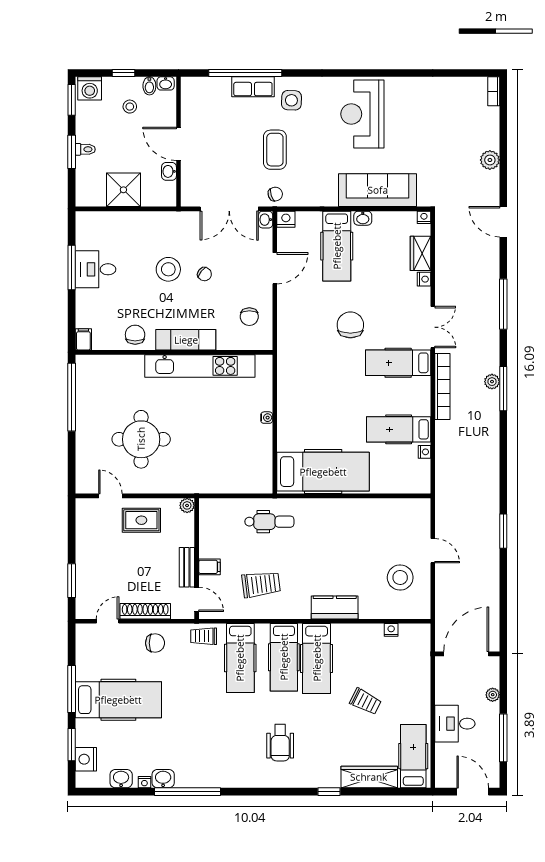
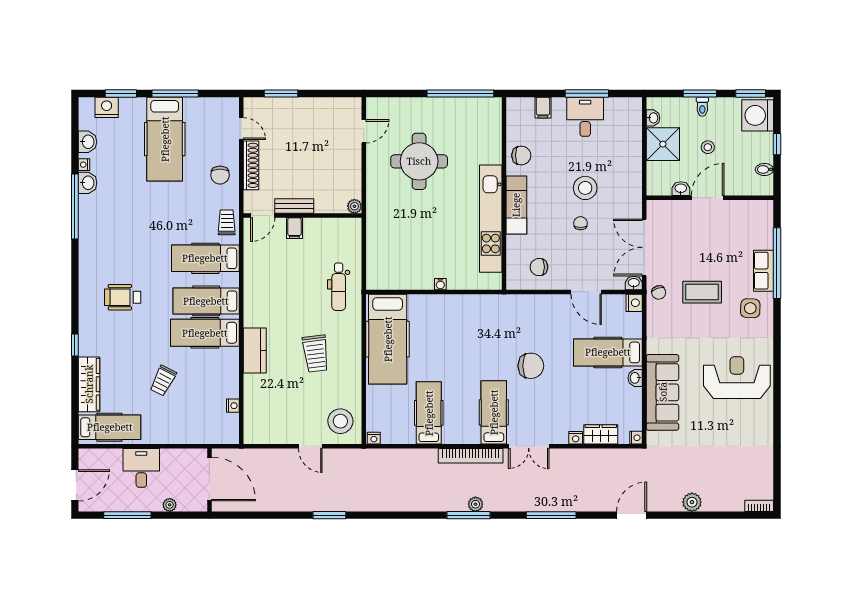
washbasin: (166, 83) -> (653, 118), moved, turned 180
washing machine: (90, 88) -> (758, 115), width x1.37, depth x1.37
stool: (130, 107) -> (708, 147), moved
chair: (204, 274) -> (580, 223), turned 142
filing cabinet: (83, 339) -> (543, 108), moved, turned 90
nightstand: (424, 452) -> (374, 438), moved
rug: (141, 520) -> (340, 162), removed
door: (433, 551) -> (310, 446), hinge flipped
stool: (400, 577) -> (340, 421), moved
trolley: (261, 584) -> (316, 354), moved

